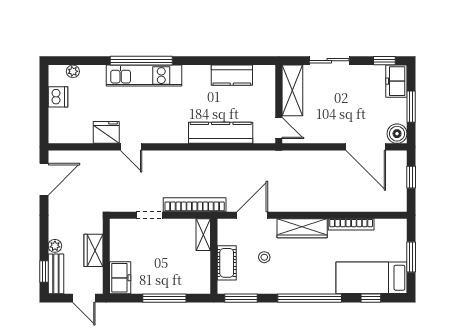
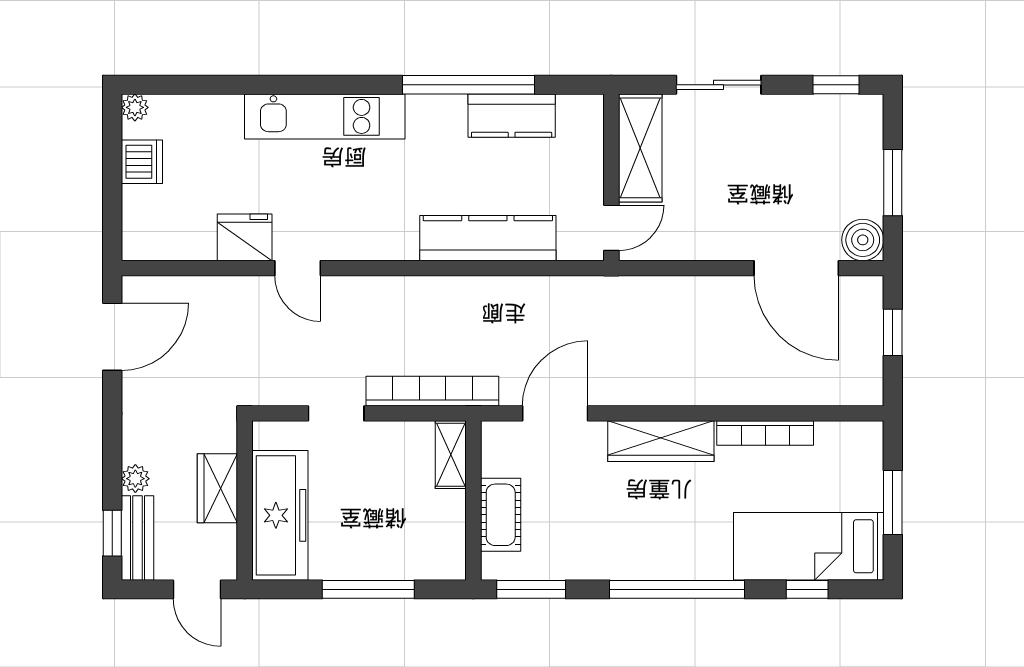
window: (141, 61) -> (469, 85), moved
plant: (73, 71) -> (135, 107), moved
freezer: (396, 81) -> (861, 128), removed
door: (279, 128) -> (611, 228), hinge flipped
stool: (264, 257) -> (581, 503), removed
freezer: (120, 278) -> (280, 515), width x1.91, depth x1.26

